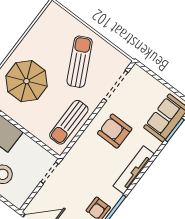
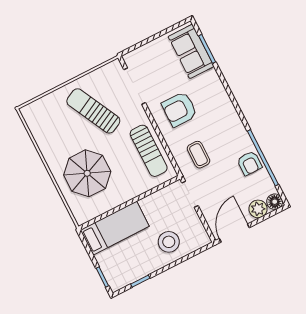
coffee table: (85, 164) -> (198, 155), added
tv unit: (134, 170) -> (227, 109), removed

